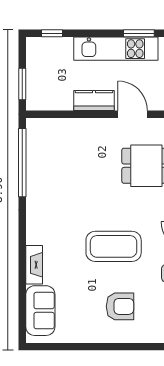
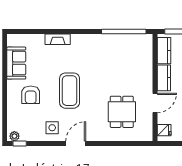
kitchen counter: (52, 100) -> (164, 51), added
sofa: (40, 311) -> (16, 63), moved, turned -90

